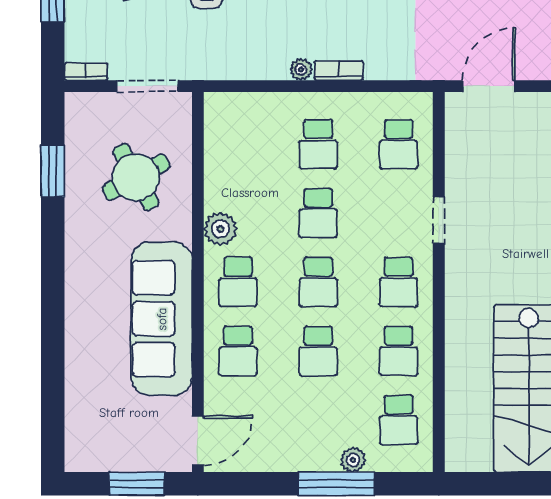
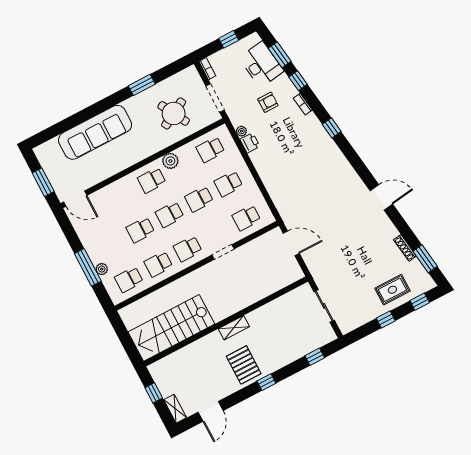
printer: (264, 65) -> (250, 143), added
plant: (301, 69) -> (241, 131), moved
bookcase: (339, 70) -> (264, 176), removed
window: (53, 171) -> (142, 85), moved
sofa: (162, 319) -> (95, 132), moved, turned 180
school desk: (238, 351) -> (210, 150), moved

